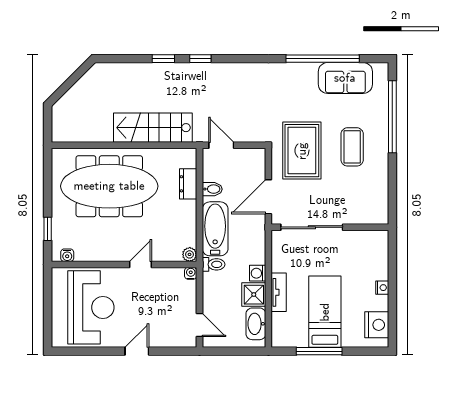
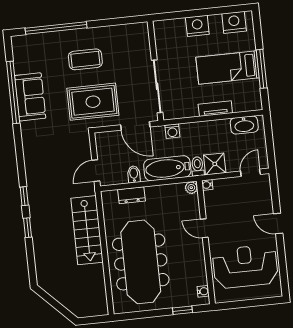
sofa: (345, 78) -> (30, 97), moved
washing machine: (258, 273) -> (172, 131), moved
nightstand: (382, 288) -> (197, 26), width x1.89, depth x1.79
shower: (254, 295) -> (215, 164), moved

